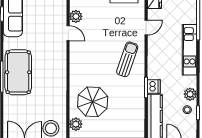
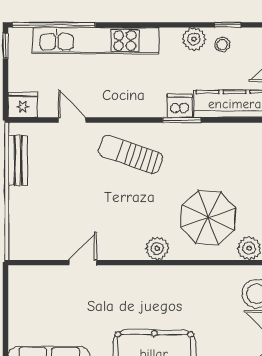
plant: (76, 16) -> (157, 248), moved
kitchen unit: (190, 50) -> (96, 41), width x1.36

